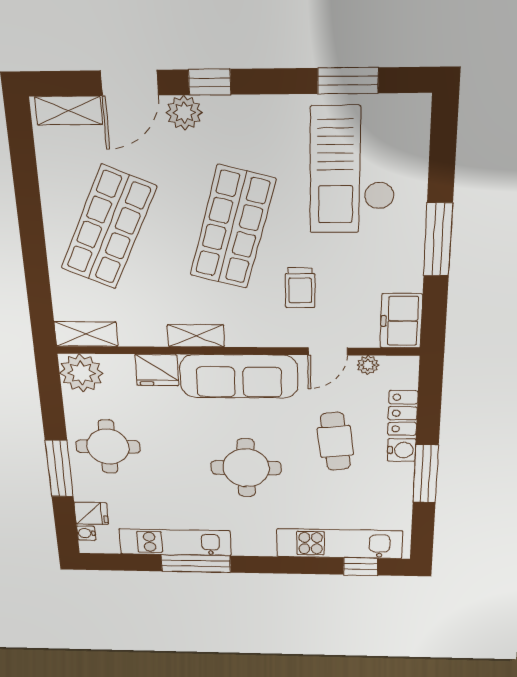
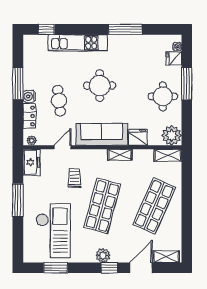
plant: (184, 113) -> (103, 255), moved
plant: (368, 365) -> (32, 141), moved
kitchen unit: (175, 542) -> (135, 42), removed
kitchen unit: (339, 544) -> (78, 43), moved

